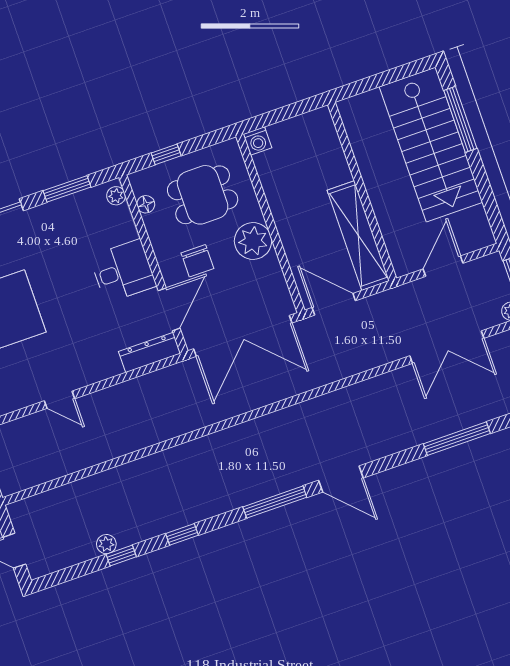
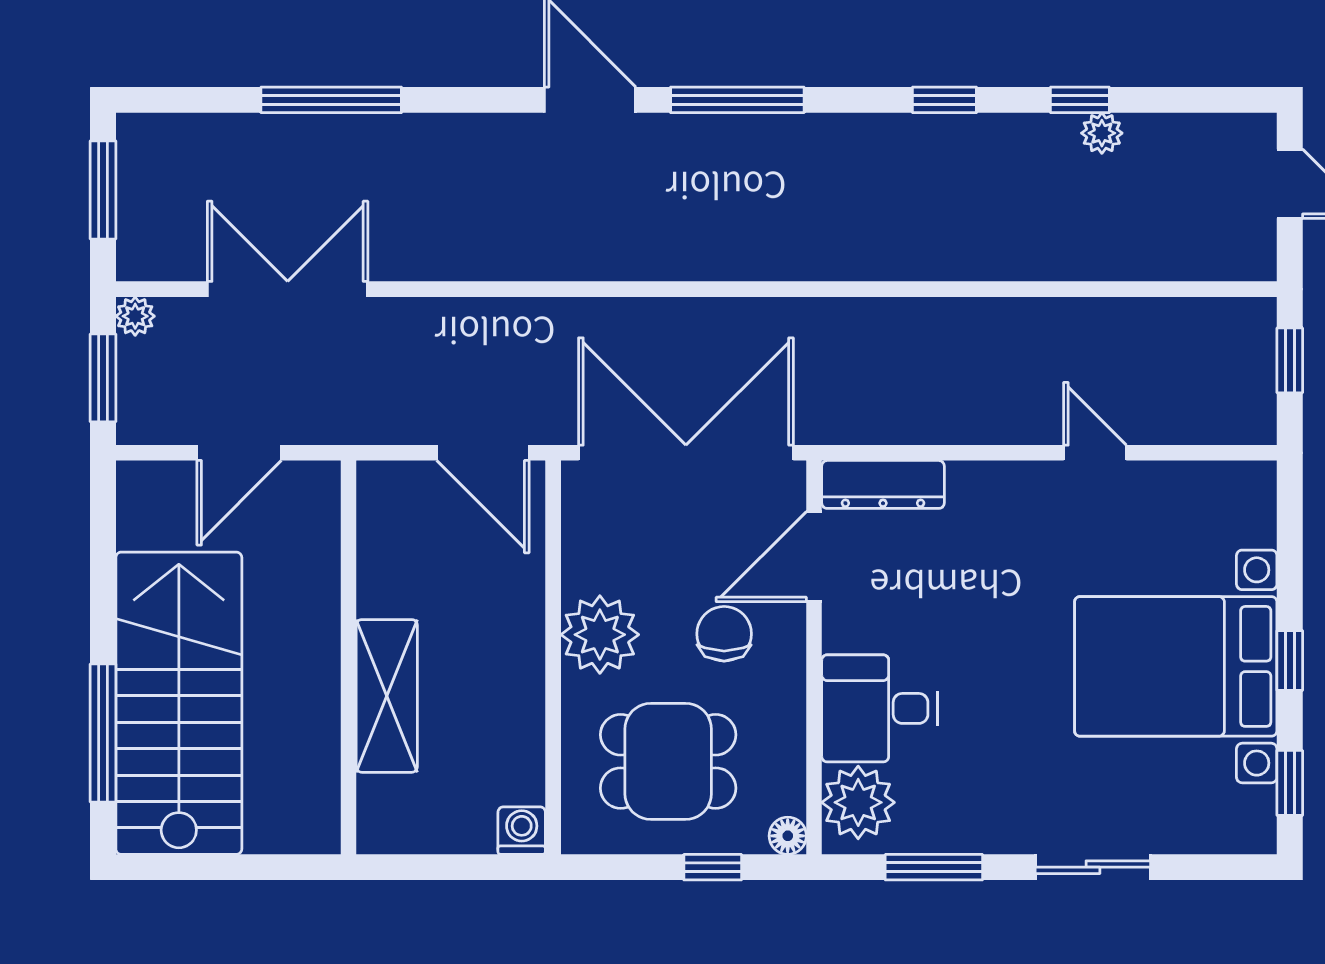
plant: (116, 196) -> (858, 802), width x1.87, depth x1.87
floor lamp: (146, 204) -> (788, 836), moved
shelving: (358, 236) -> (387, 696), moved, width x0.68
desk: (123, 271) -> (879, 708), moved

